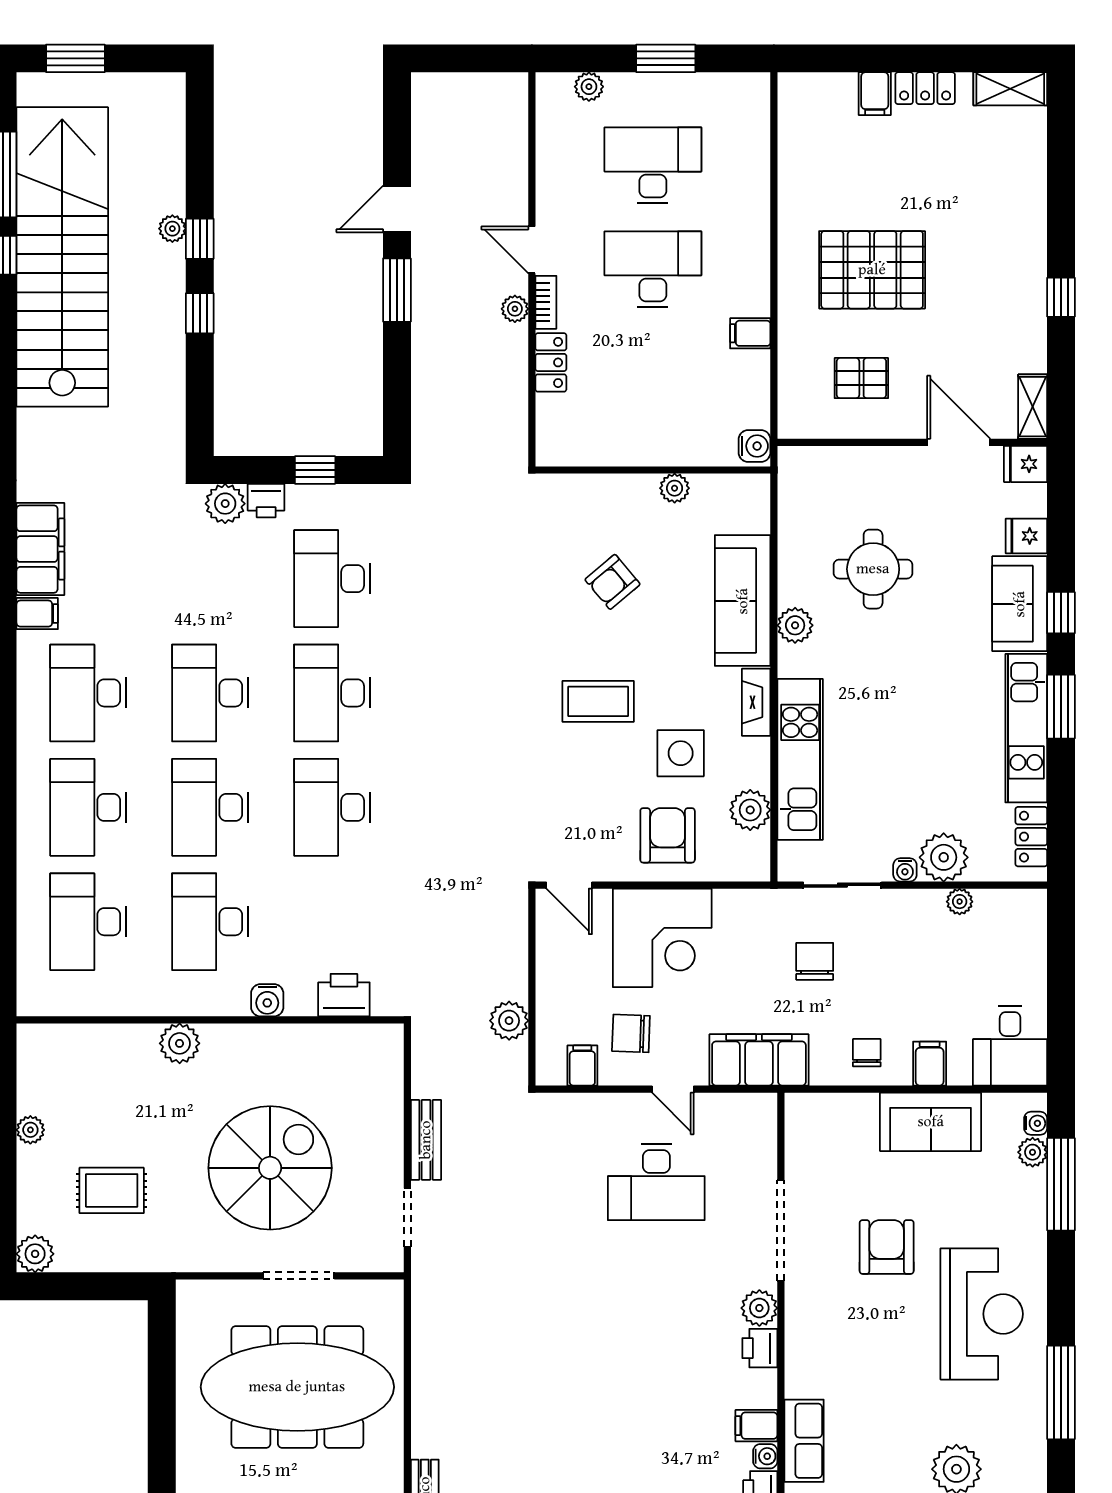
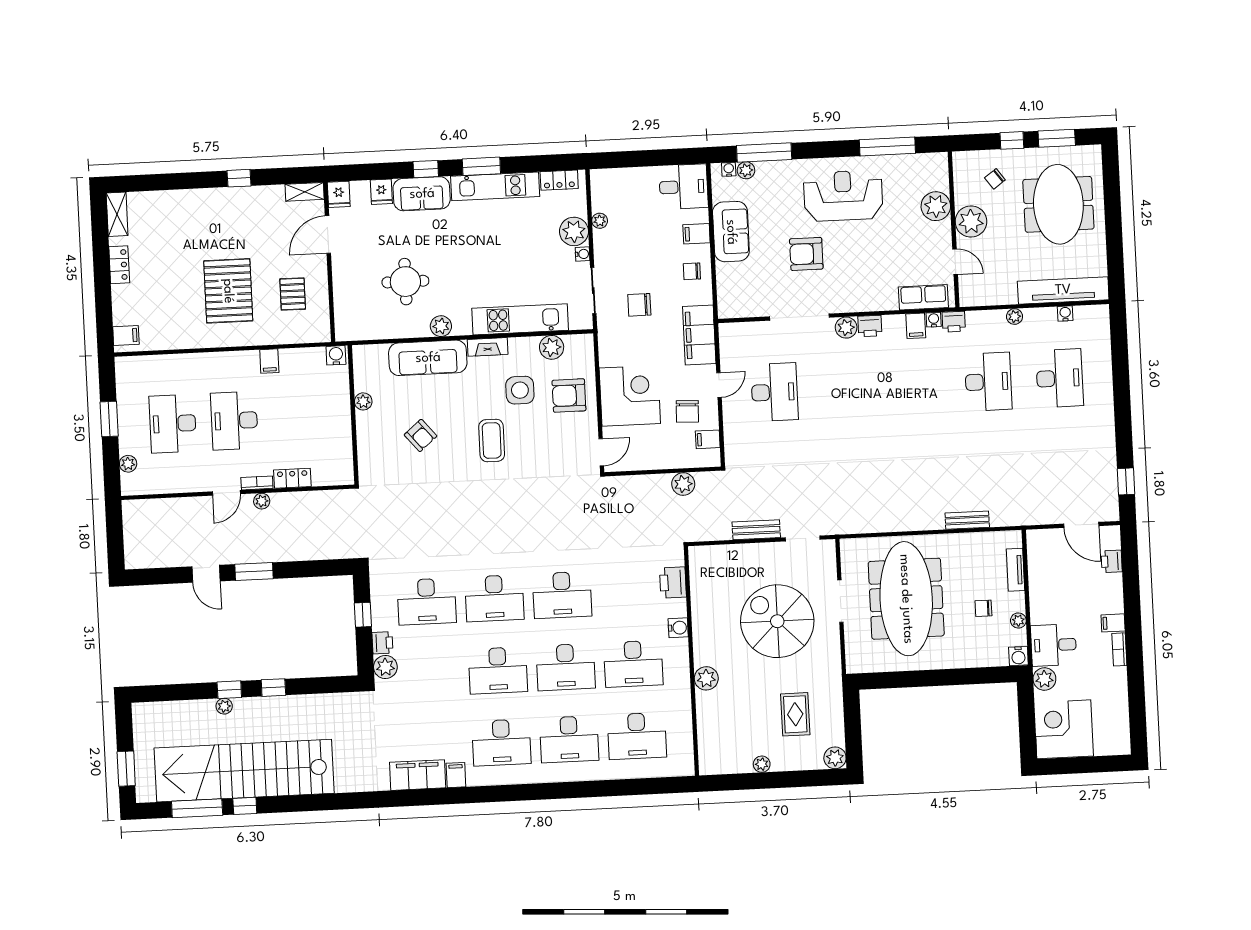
filing cabinet: (875, 94) -> (126, 335), moved

